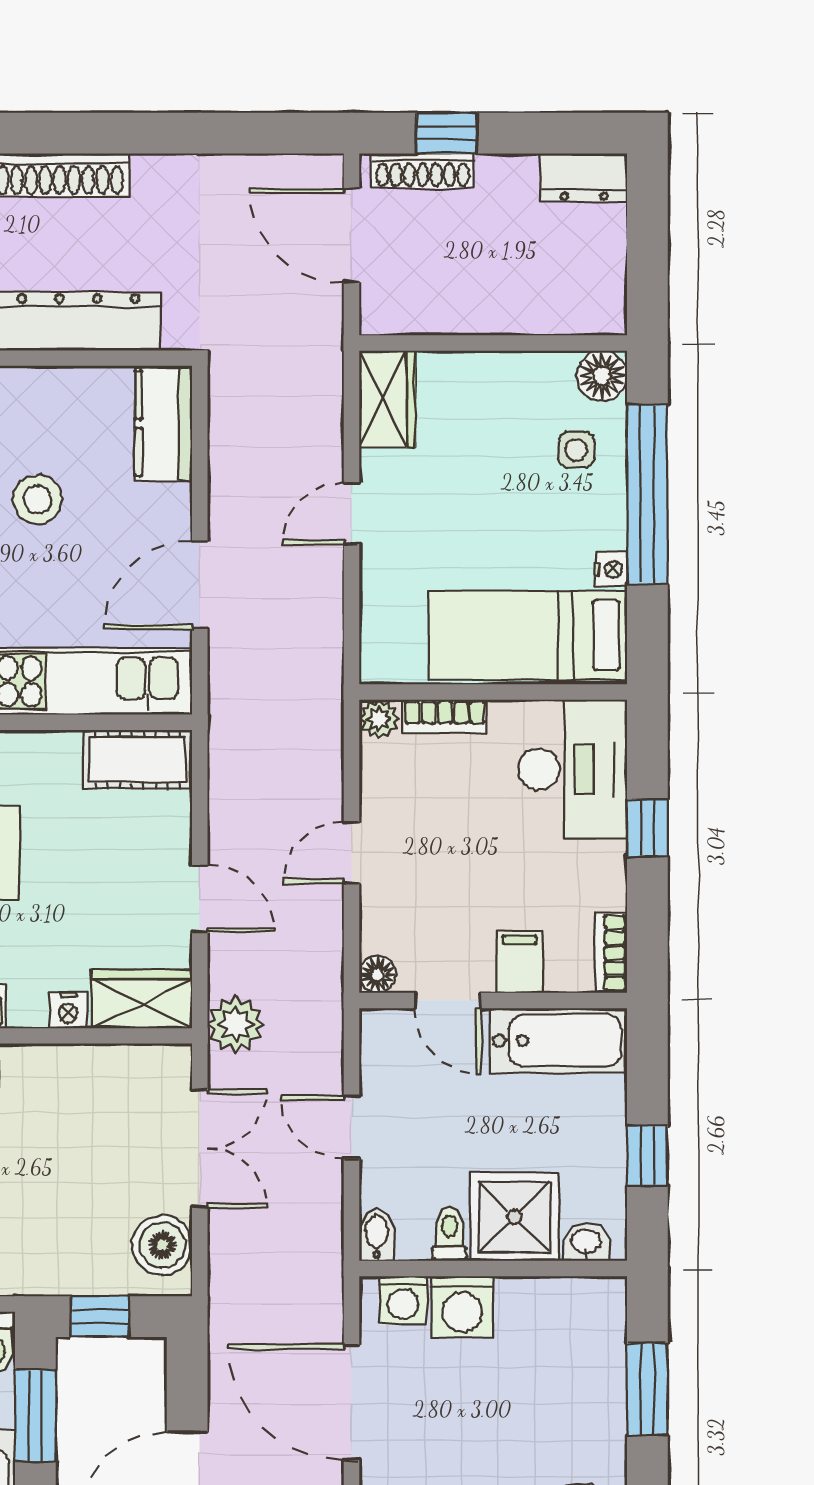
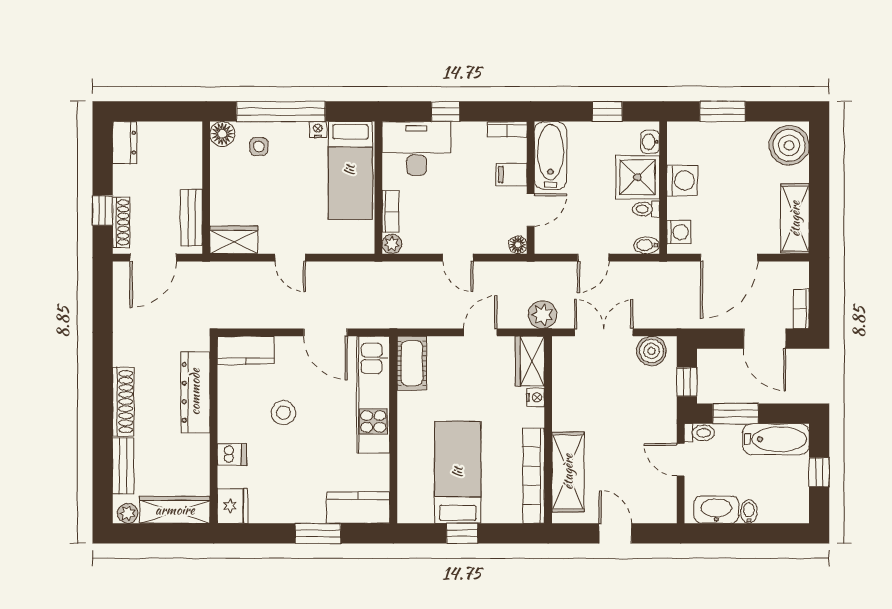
bench: (432, 314) -> (192, 218), added
washing machine: (462, 1307) -> (682, 180), moved

